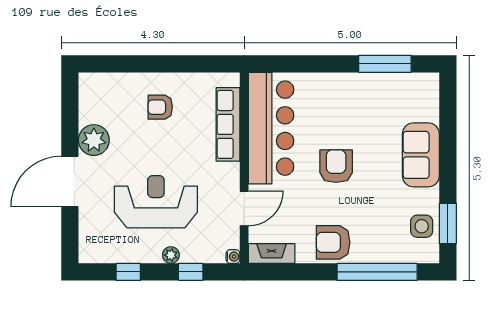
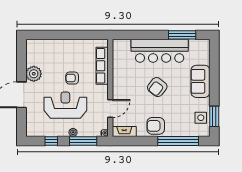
armchair: (160, 107) -> (72, 78), moved
bar counter: (271, 128) -> (160, 51), moved, turned 90
armchair: (336, 166) -> (157, 87), turned -142
window: (191, 272) -> (83, 141), width x2.17

